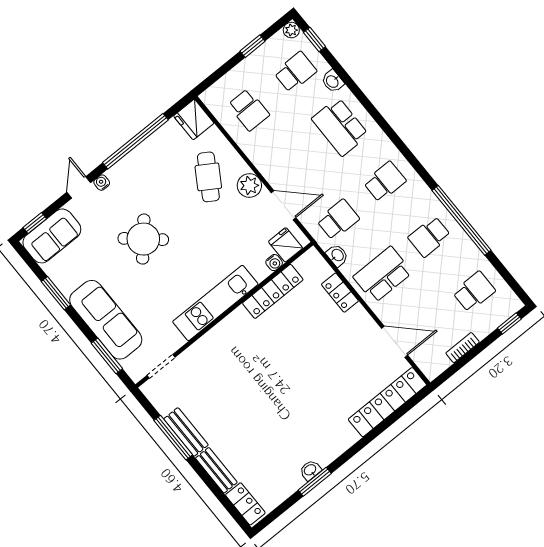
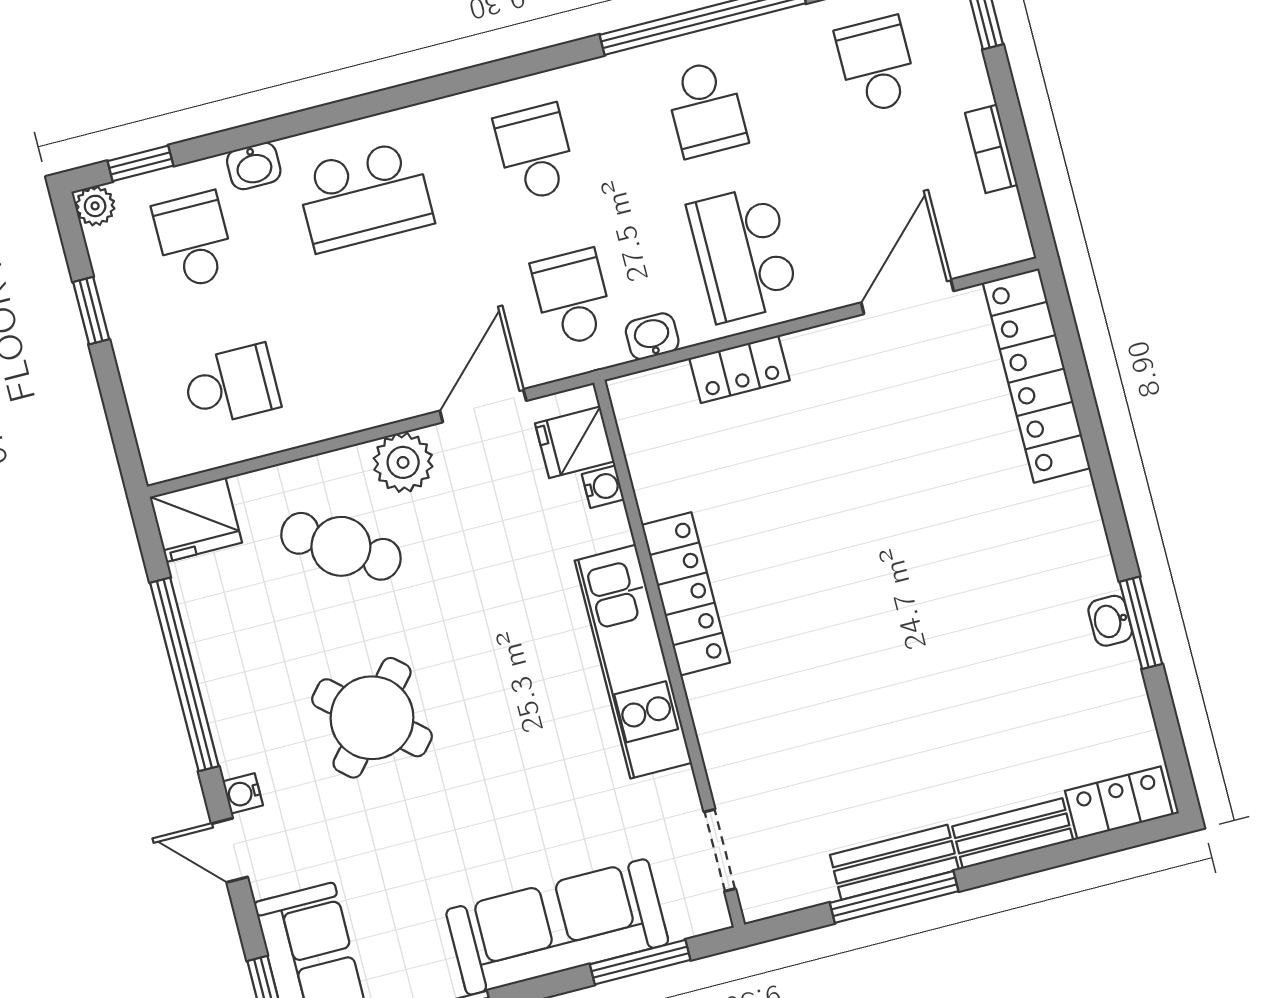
round table: (143, 239) -> (372, 718), moved
locker: (273, 291) -> (686, 594), moved

